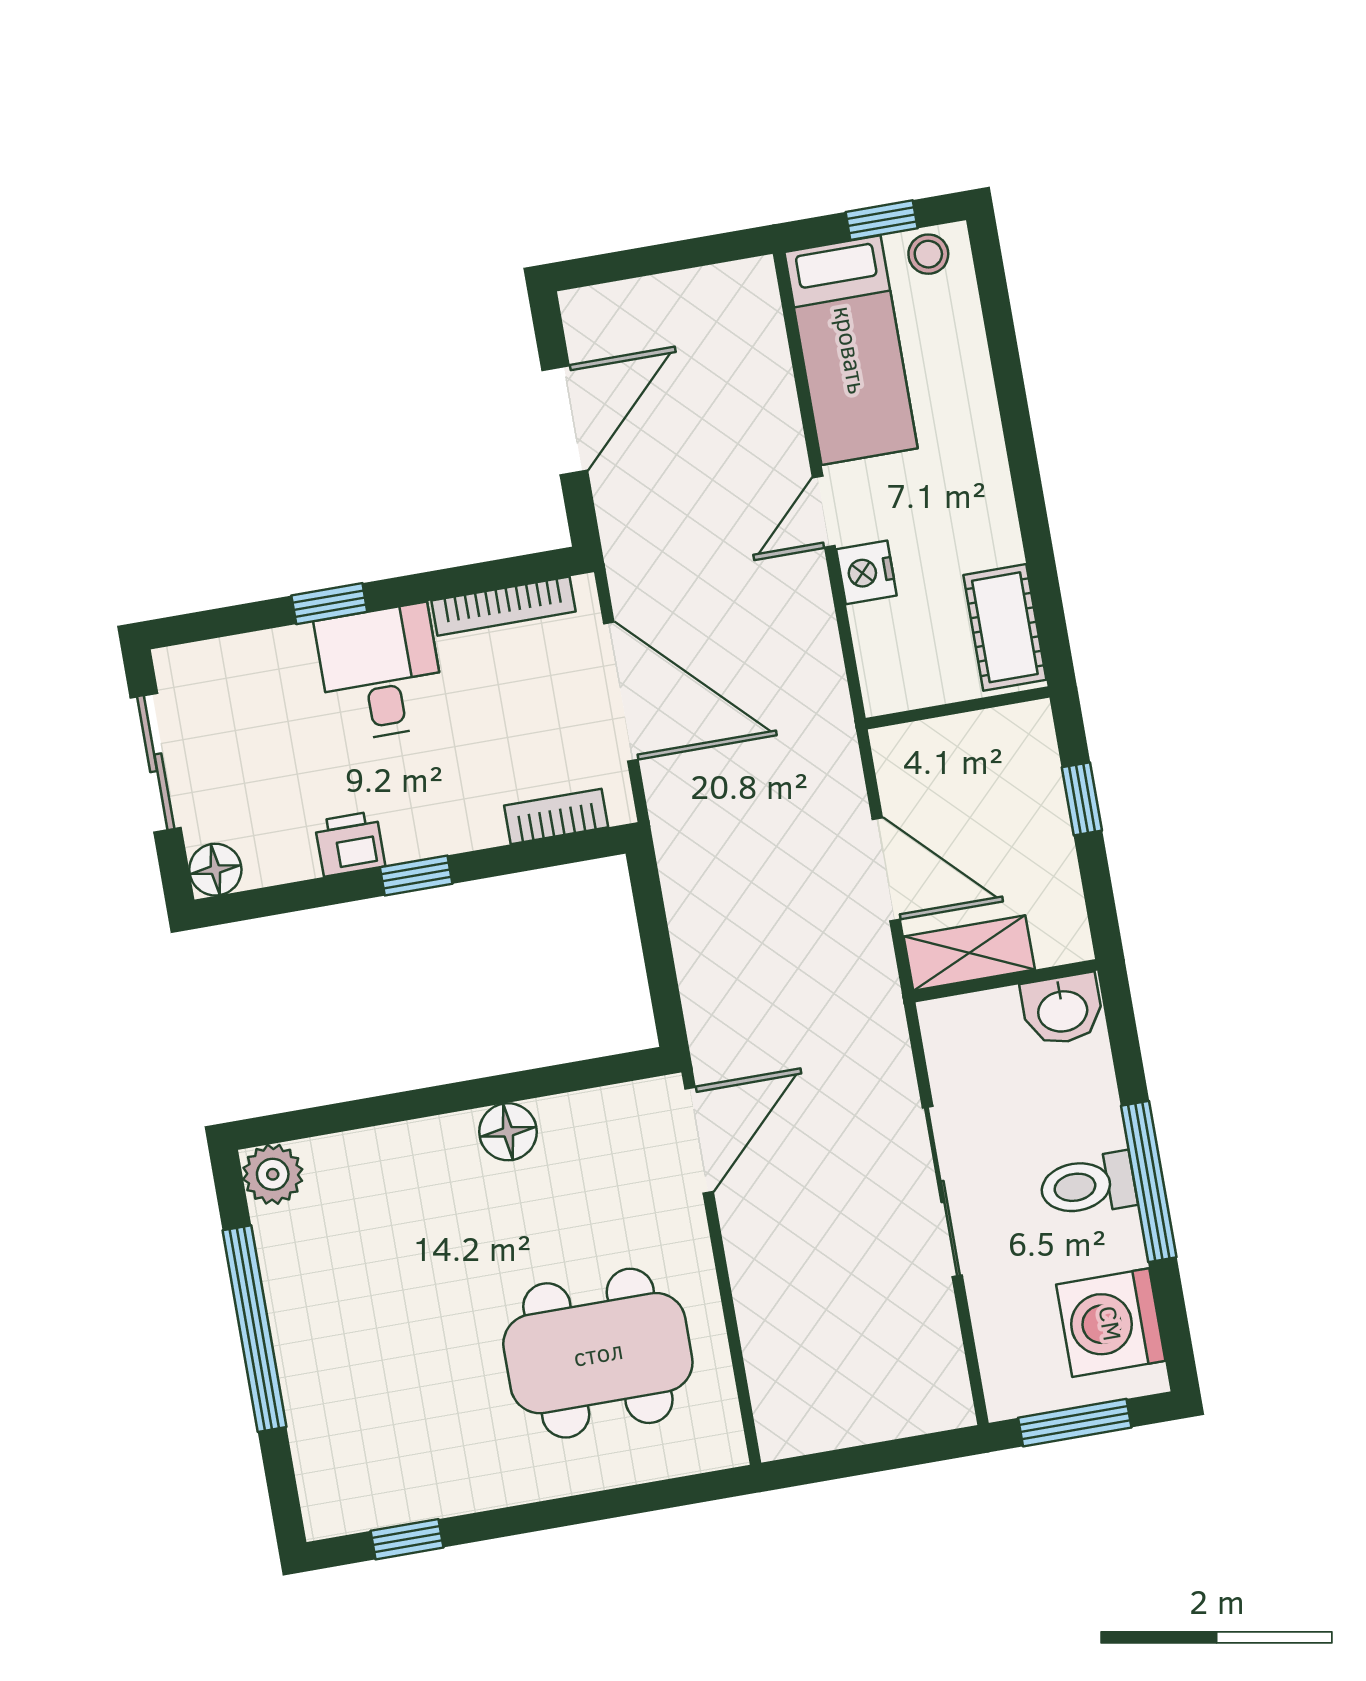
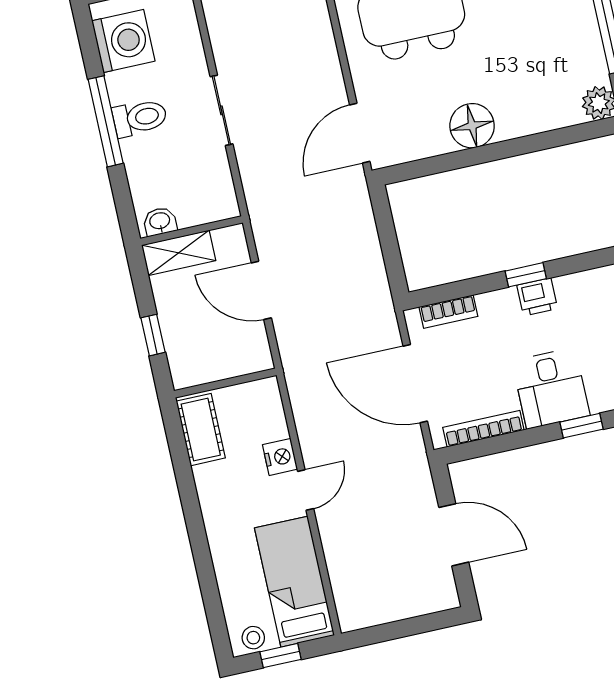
door: (565, 420) -> (454, 535), swing flipped
printer: (350, 844) -> (537, 297), moved
shelving: (969, 953) -> (179, 253), moved
washbasin: (1062, 1010) -> (160, 221), width x0.72, depth x0.69
floor lamp: (508, 1132) -> (472, 126), width x1.38, depth x1.38
sliding door: (942, 1192) -> (221, 110), width x0.73

